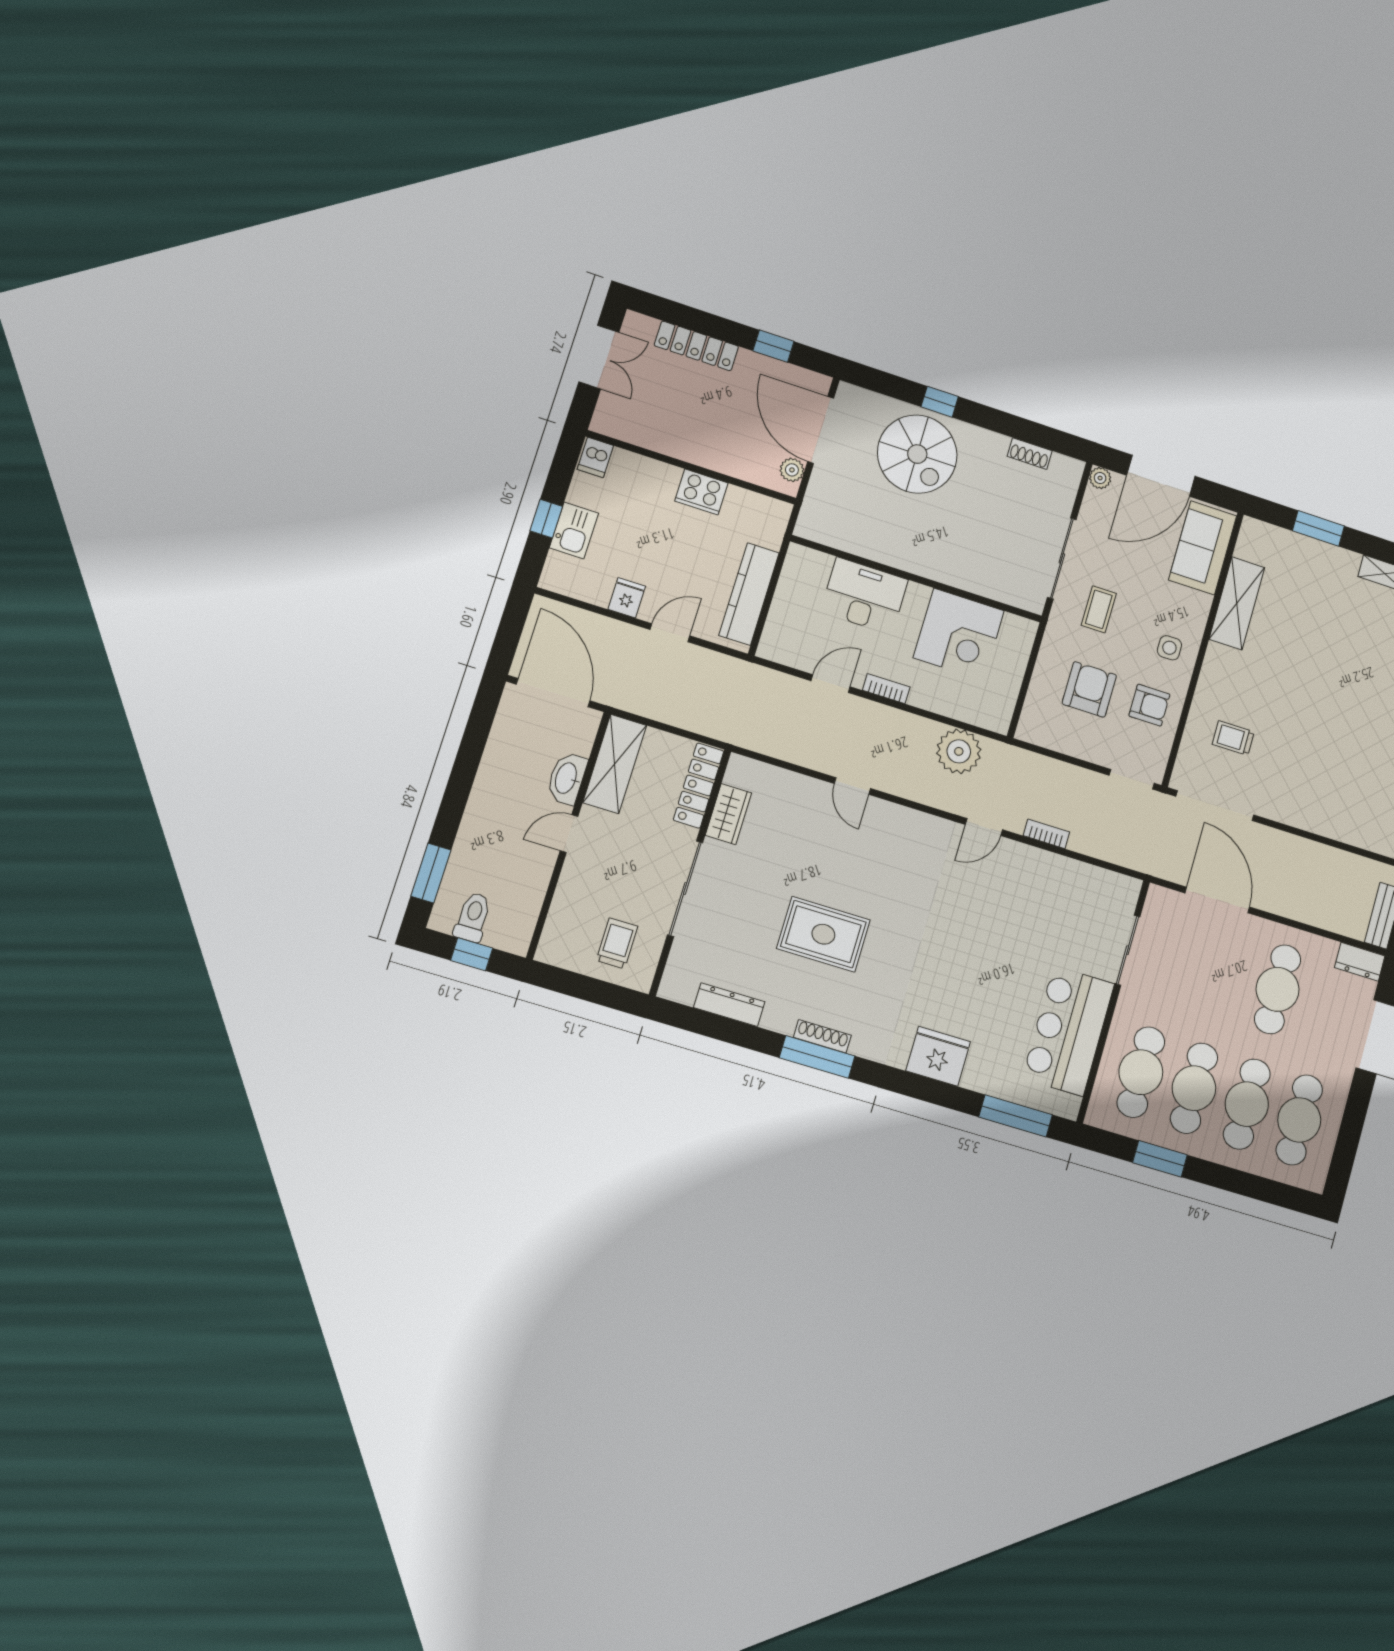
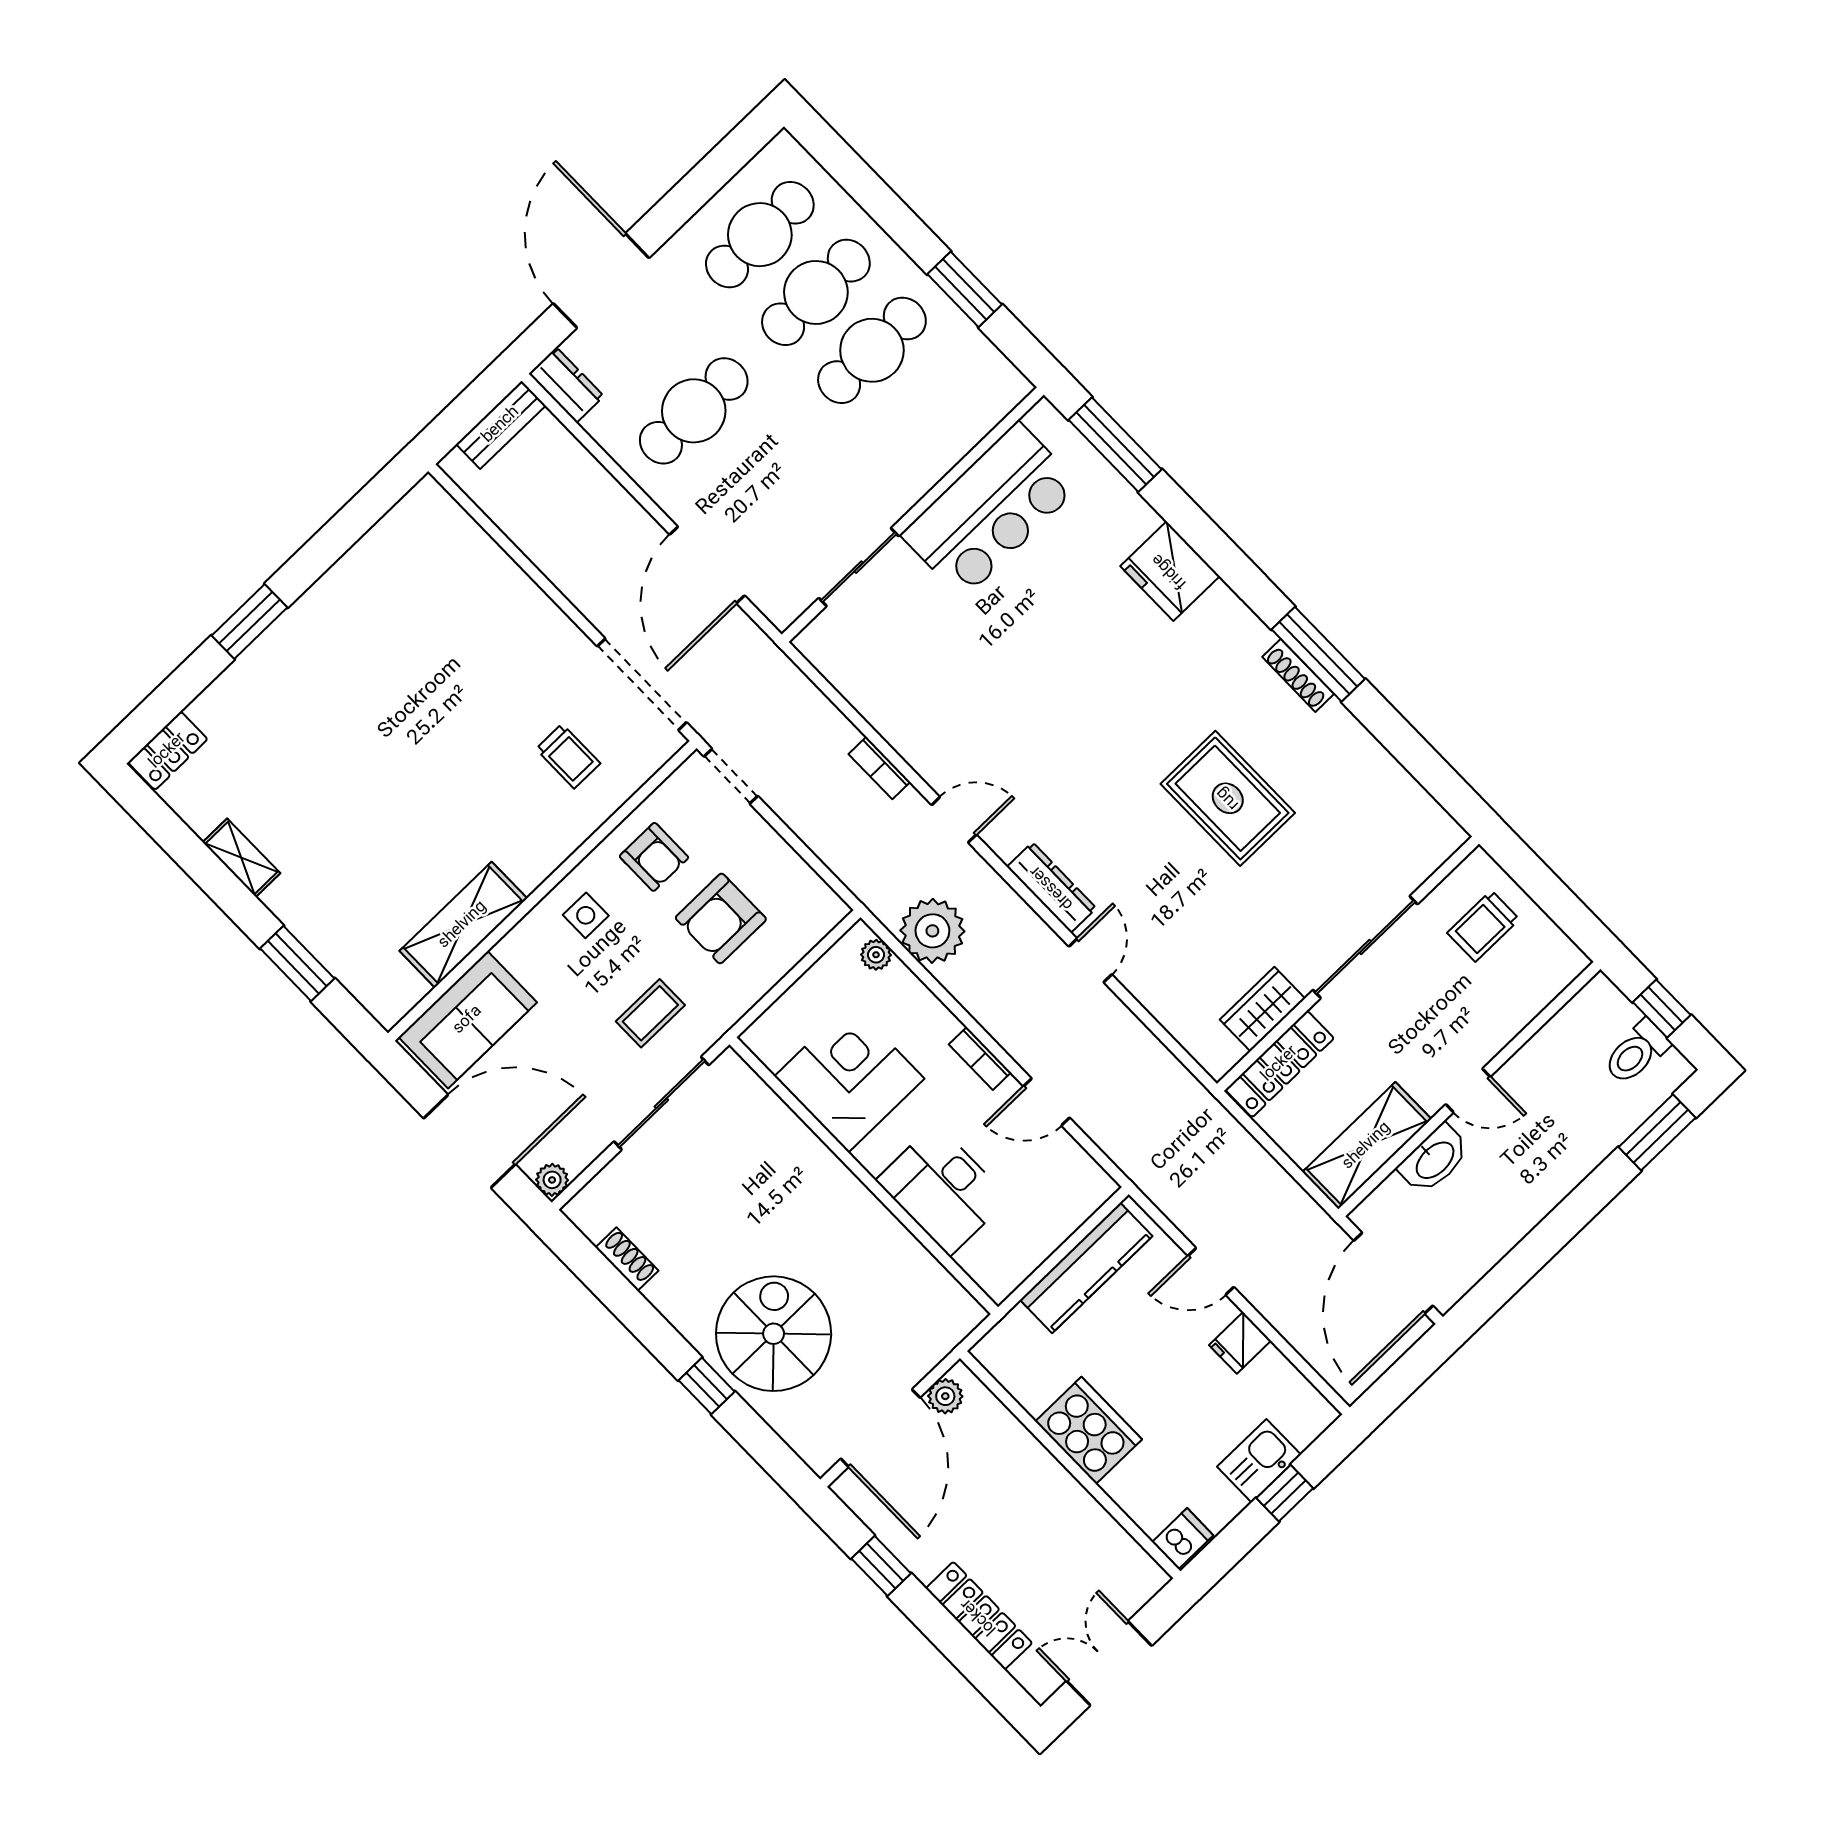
cooker: (701, 492) -> (1089, 1430), width x1.37, depth x1.31
armchair: (1149, 705) -> (654, 857), turned 180
plant: (985, 718) -> (876, 955), added
dresser: (729, 1005) -> (1052, 887), moved, turned 180
cafe table: (1141, 1072) -> (928, 408), removed

